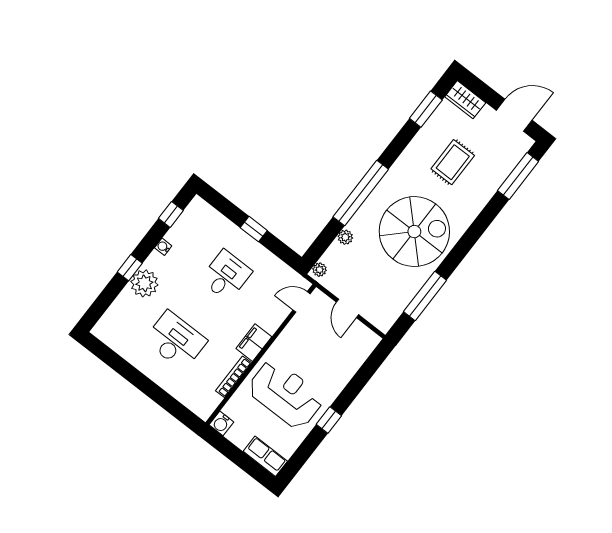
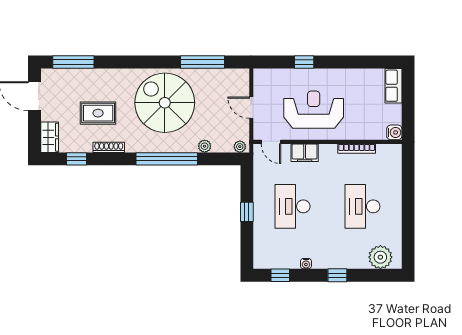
window: (426, 109) -> (77, 159), width x0.67
shoe rack: (413, 147) -> (109, 147), added
desk: (226, 276) -> (293, 206), width x1.37
plant: (144, 283) -> (380, 257), moved
door: (348, 308) -> (251, 108), swing flipped
filing cabinet: (254, 343) -> (305, 153), moved
reception desk: (285, 394) -> (314, 110), moved, turned 90
window: (329, 420) -> (304, 62), moved

